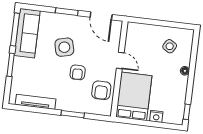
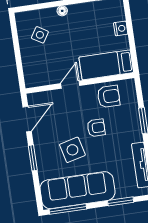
sofa: (27, 33) -> (77, 190), width x1.36, depth x1.27
window: (11, 65) -> (121, 201), moved
bed: (134, 96) -> (106, 65), width x0.67

